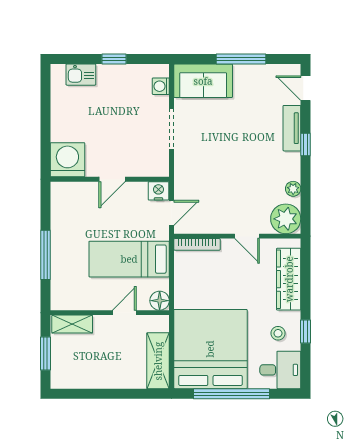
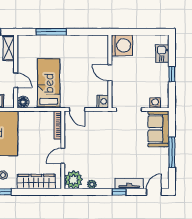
washing machine: (67, 160) -> (122, 45), moved
wall: (110, 179) -> (110, 71), moved
door: (112, 179) -> (110, 73), moved
nightstand: (158, 191) -> (103, 101), moved

